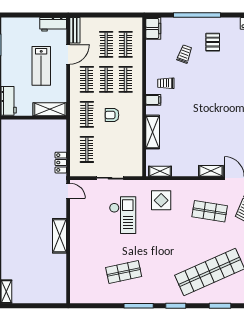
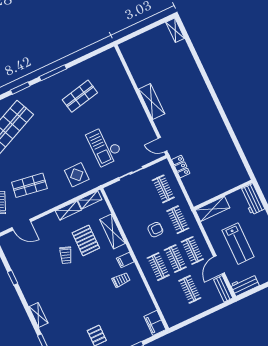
clothes rail: (126, 44) -> (173, 297), removed
trolley: (185, 54) -> (66, 255), moved
lab bench: (41, 66) -> (238, 244), turned 180
pallet: (181, 135) -> (86, 240), added
shelving: (211, 171) -> (68, 210), moved

